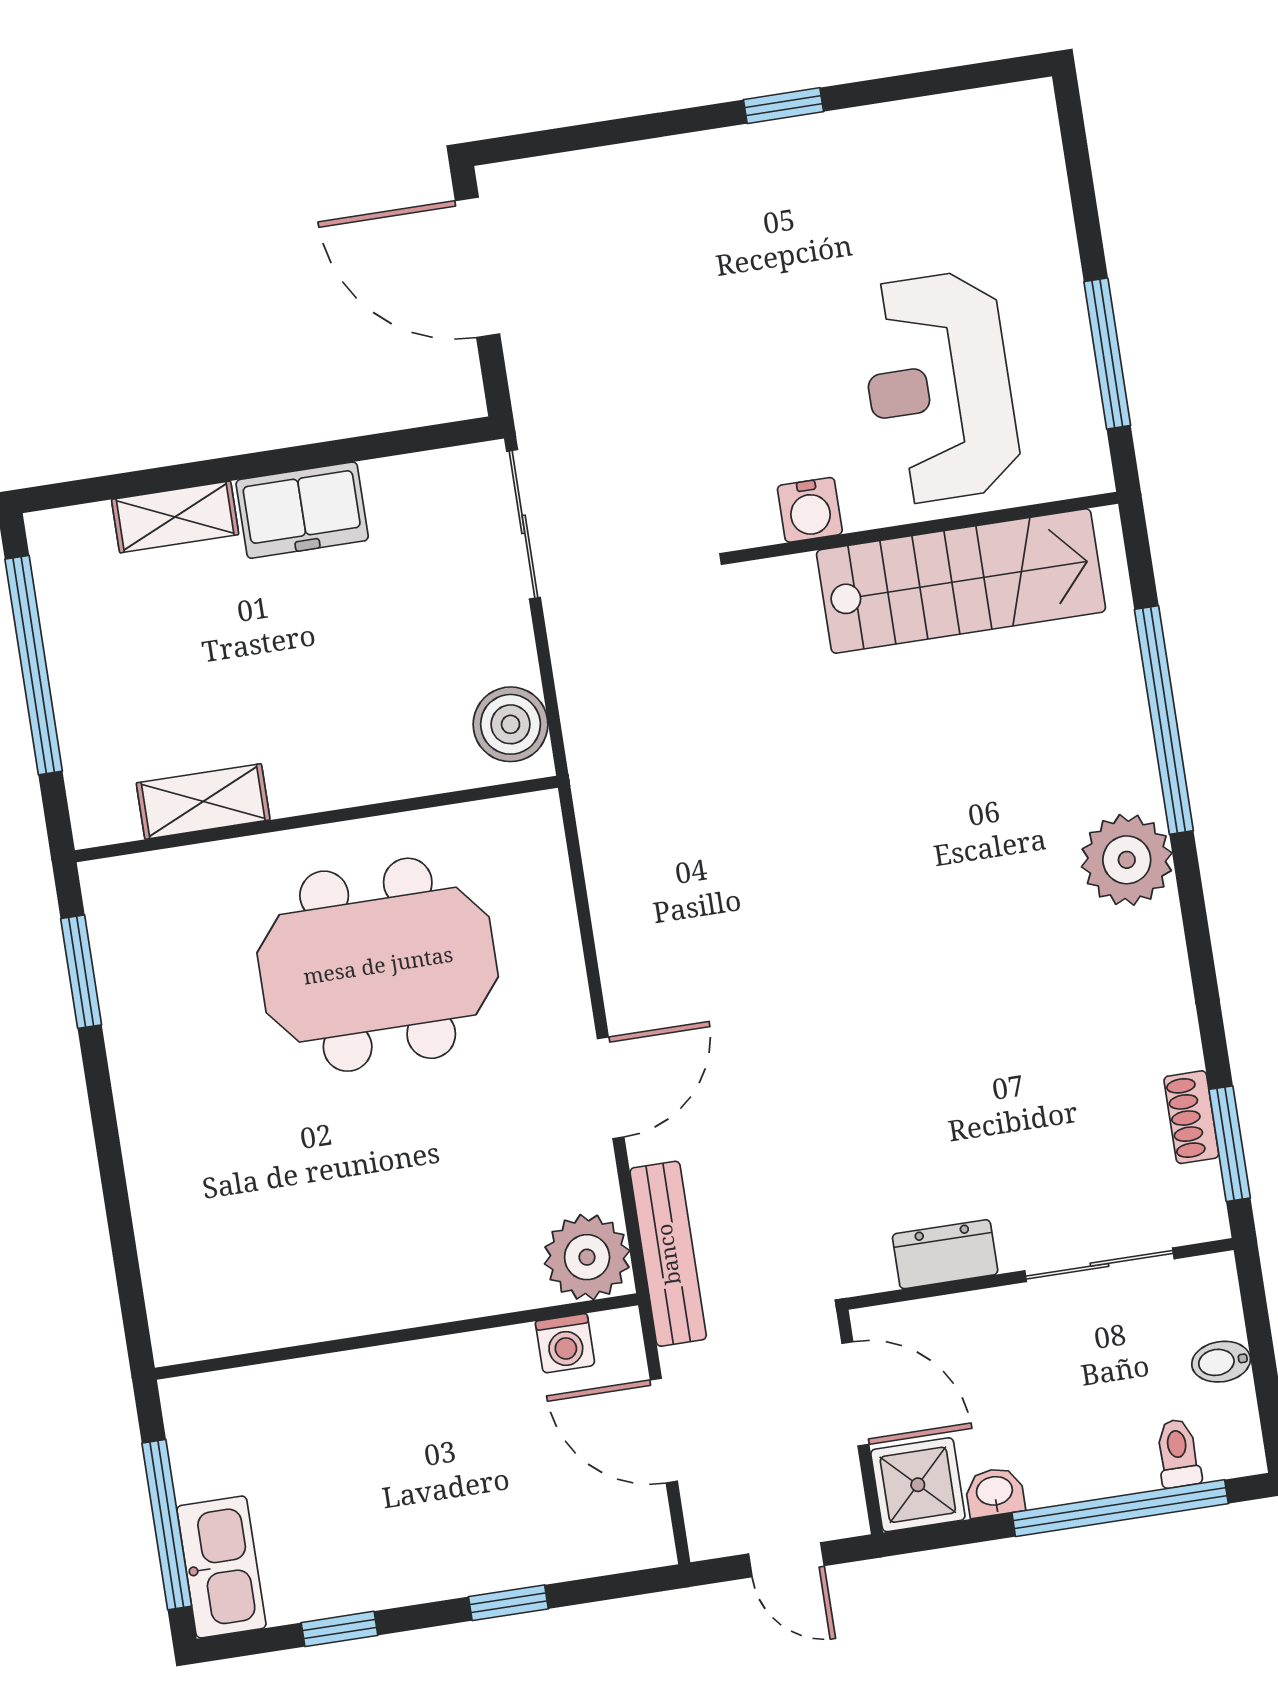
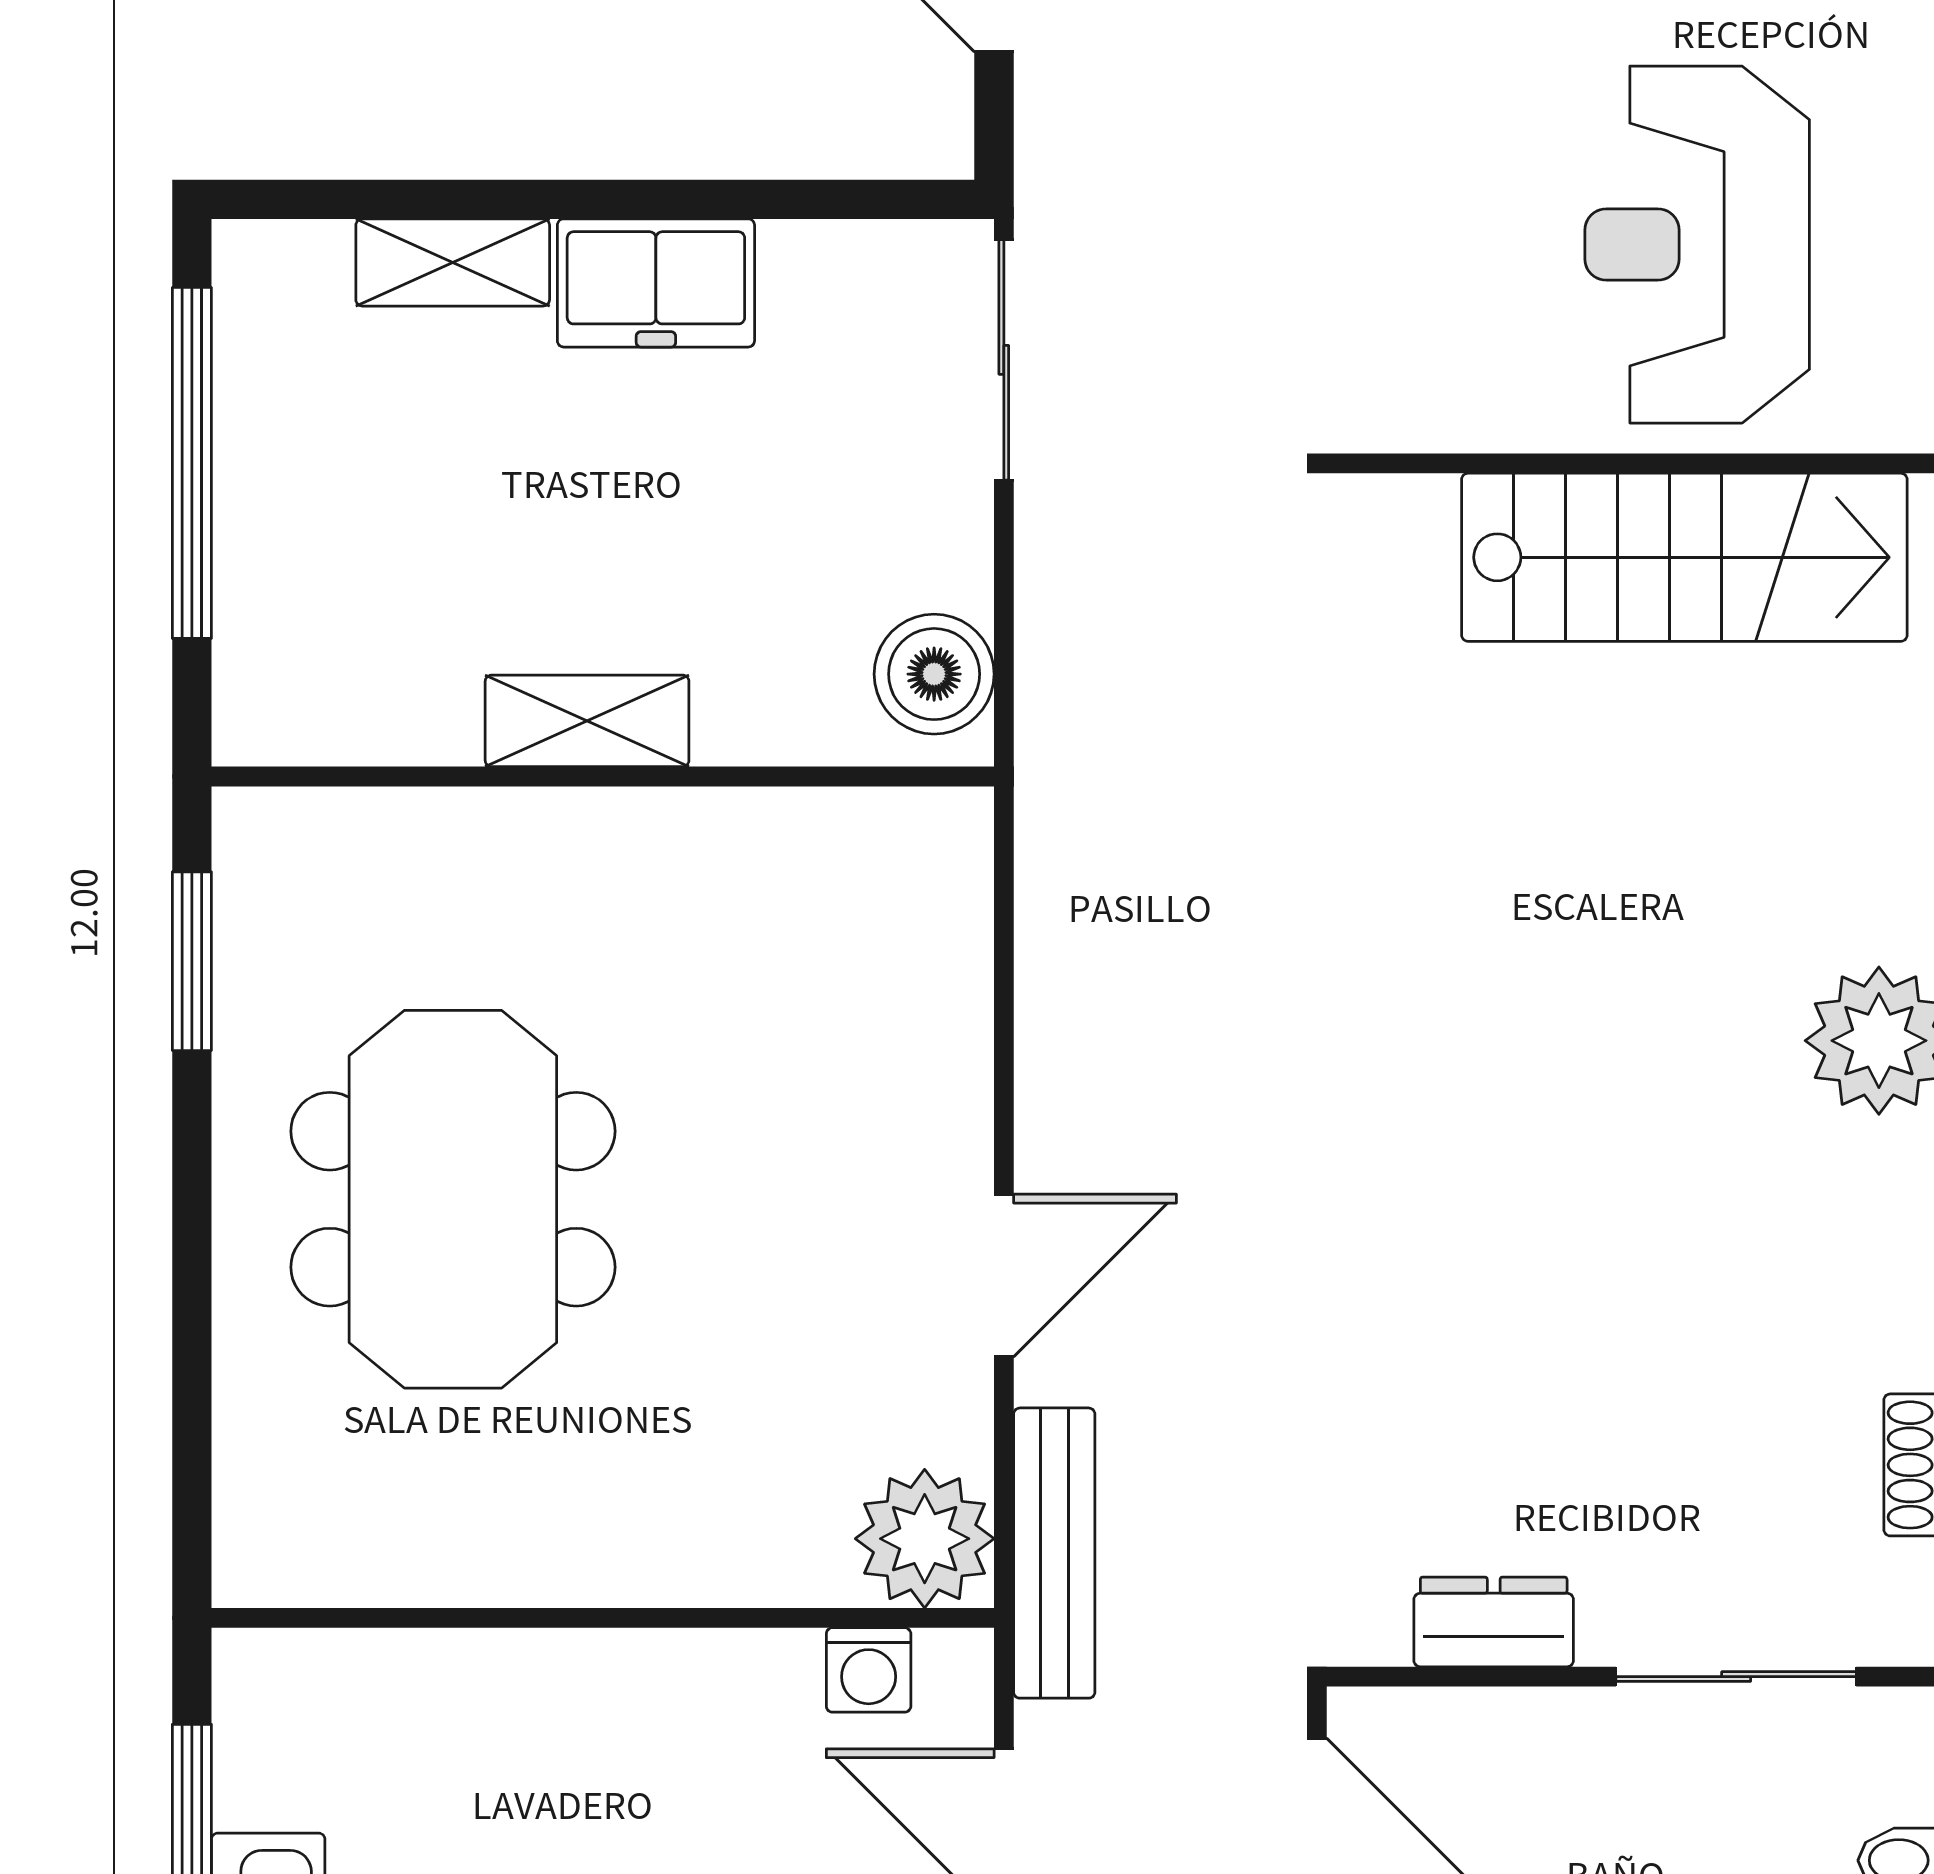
water cooler: (810, 510) -> (1462, 407), removed
shelving: (203, 801) -> (587, 721), moved
meeting table: (378, 965) -> (453, 1199), moved, turned 90

